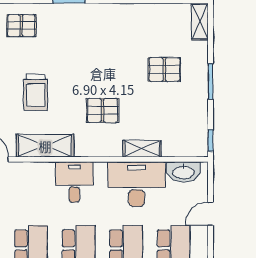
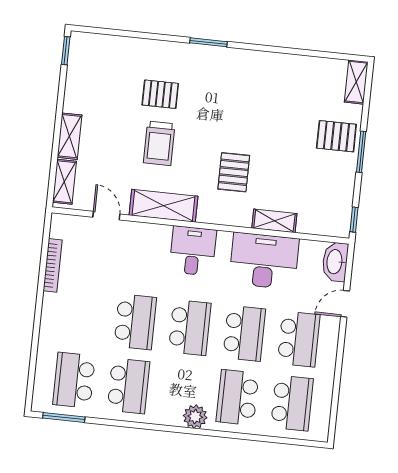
pallet: (21, 25) -> (160, 94), moved
pallet: (164, 70) -> (336, 136), moved
pallet: (103, 110) -> (234, 172), turned 90
washbasin: (183, 172) -> (335, 262), moved, turned 90

